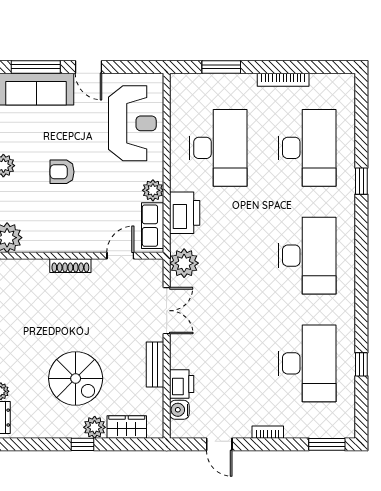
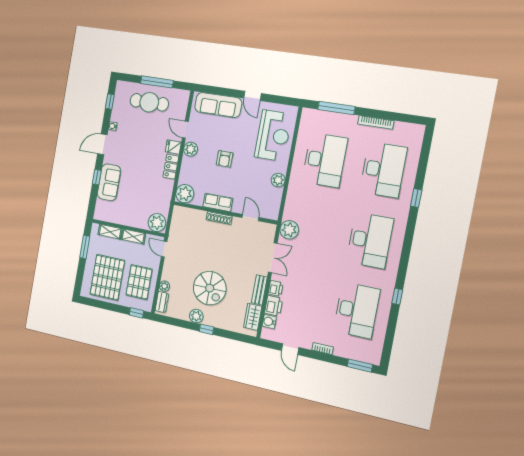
window: (36, 67) -> (221, 91), removed
window: (221, 67) -> (336, 108), width x1.44
armchair: (62, 172) -> (225, 159), turned -90
printer: (185, 213) -> (276, 288), moved, width x0.53, depth x0.68
row of seats: (153, 226) -> (218, 202), moved, turned 90
door: (120, 256) -> (250, 218), hinge flipped
window: (361, 364) -> (397, 297), moved
plant: (95, 427) -> (196, 316), moved
wardrobe: (127, 427) -> (253, 317), moved, turned -90

